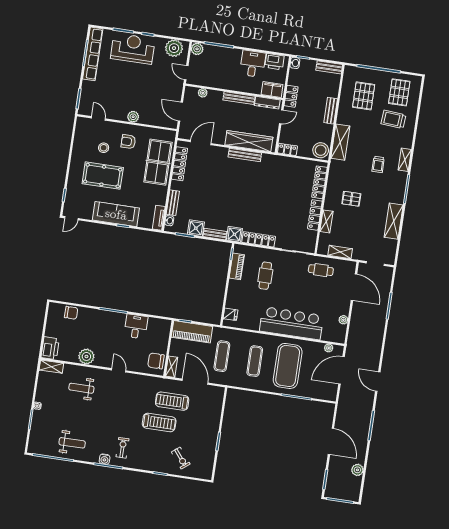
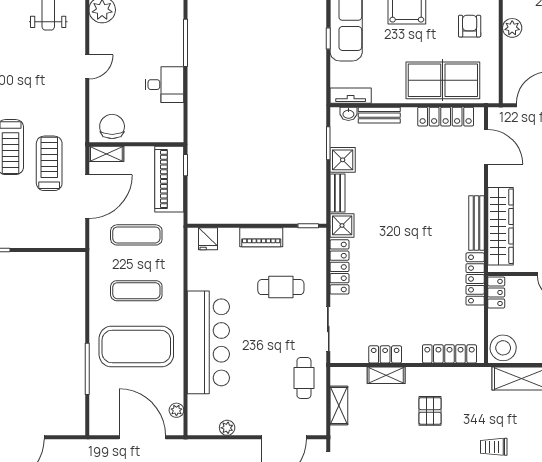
locker: (278, 161) -> (475, 279), added
locker: (315, 215) -> (385, 354), width x0.66
piano: (237, 266) -> (261, 237), moved

